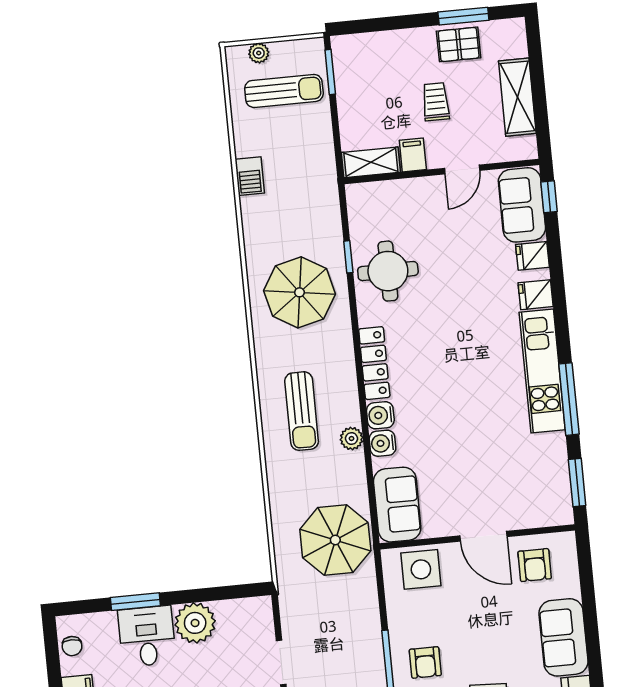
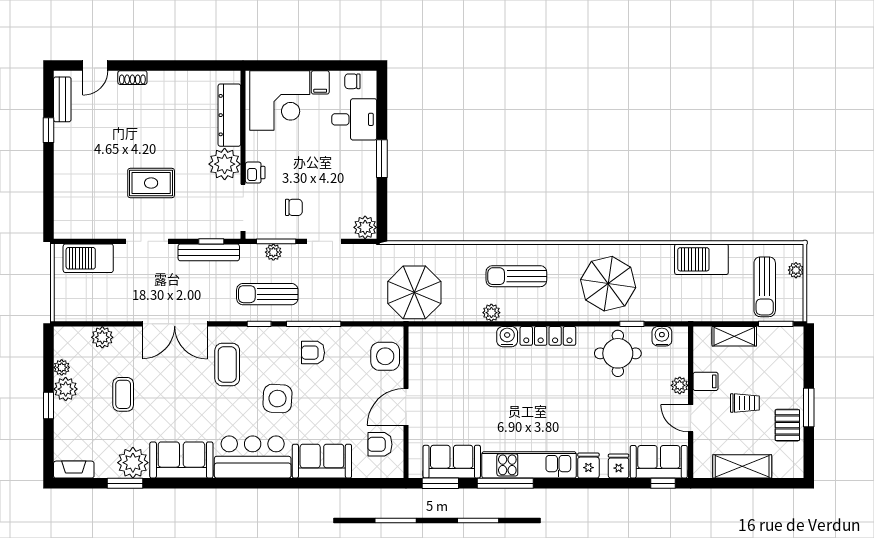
window: (463, 16) -> (809, 407), moved
shelving: (371, 162) -> (734, 336), moved, turned 90
barbecue: (250, 176) -> (701, 259), width x1.88, depth x1.53
plant: (421, 188) -> (680, 385), added
water cooler: (383, 443) -> (662, 336), moved
sofa: (397, 505) -> (452, 462), moved, turned 180
window: (135, 602) -> (382, 159), moved
plant: (195, 623) -> (365, 227), moved, width x0.73, depth x0.73
desk: (147, 636) -> (354, 119), moved

